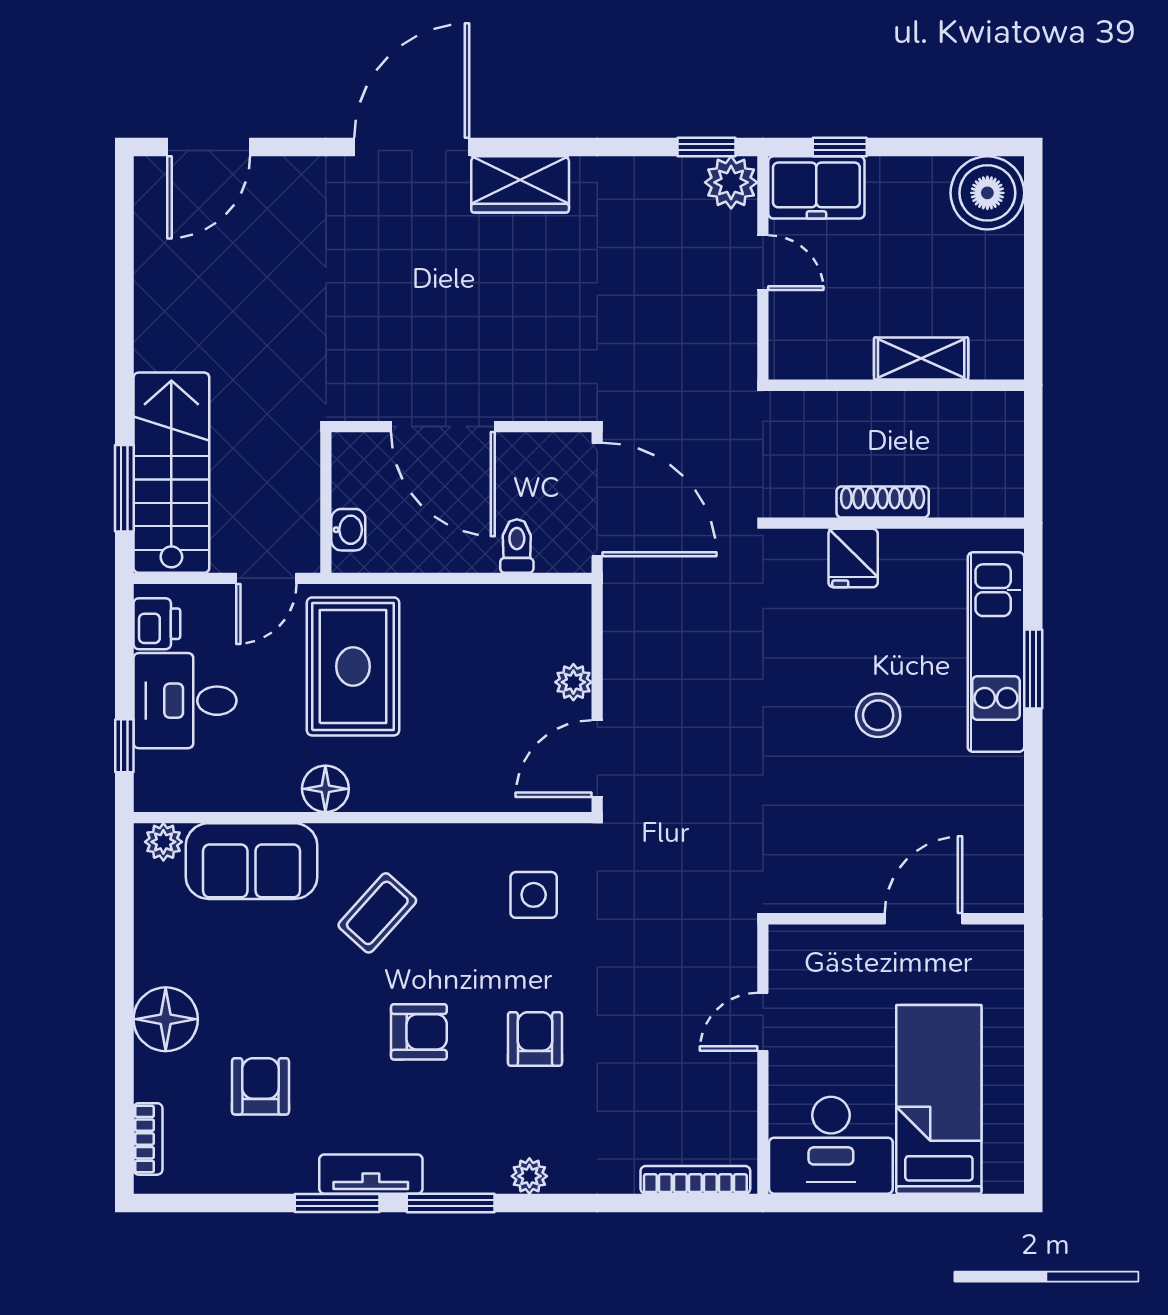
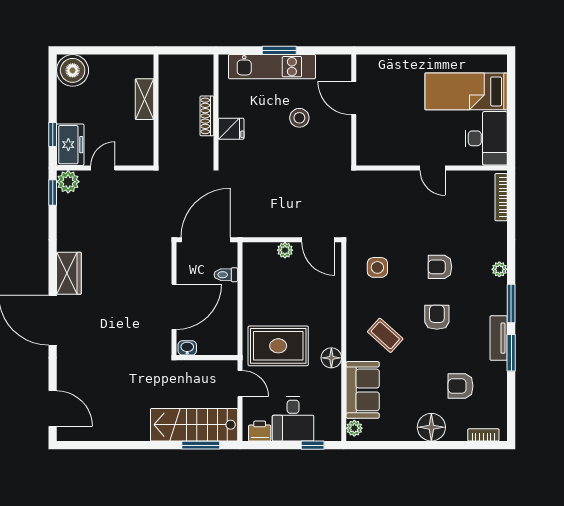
washbasin: (348, 530) -> (187, 348), moved
wall: (896, 919) -> (354, 110), moved
door: (923, 919) -> (354, 98), moved

